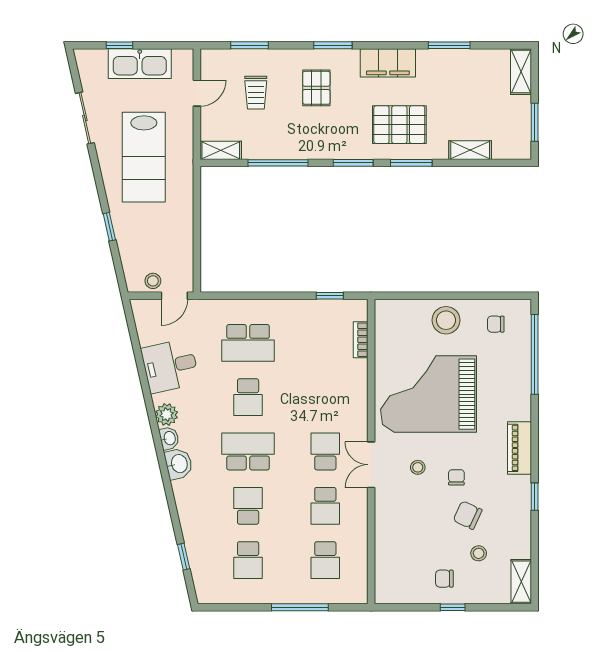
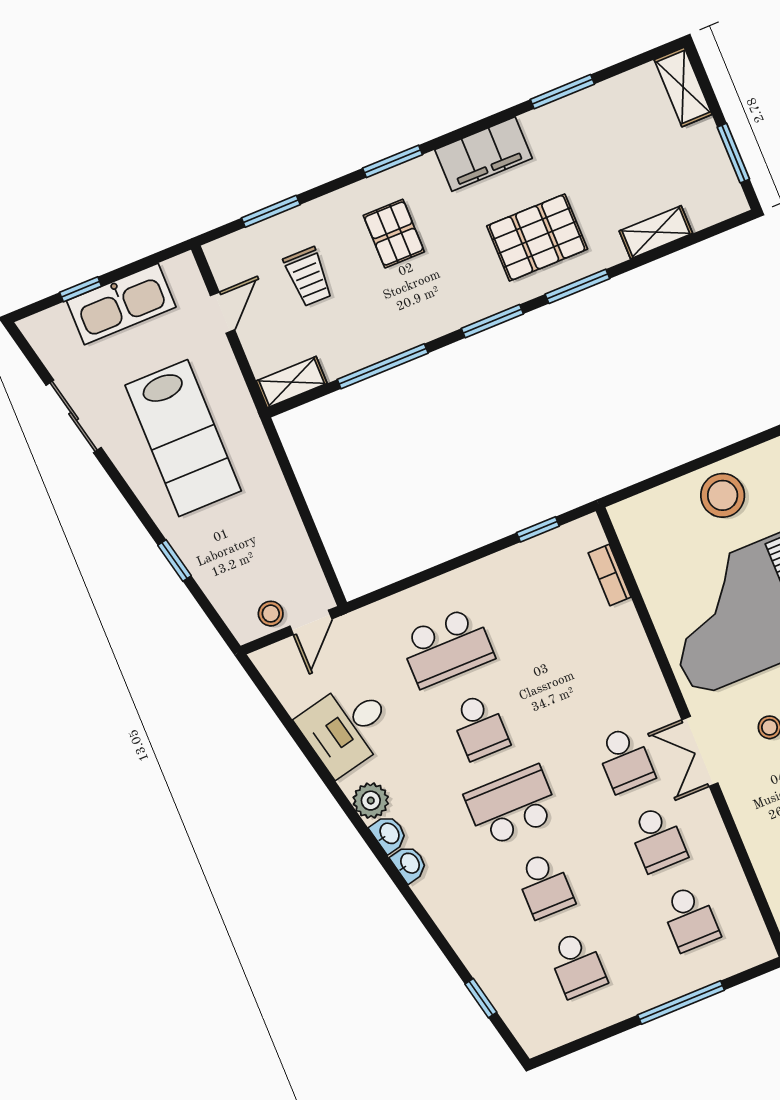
school desk: (325, 452) -> (625, 760), turned 180
washbasin: (179, 464) -> (409, 864), width x0.72, depth x0.69
school desk: (248, 506) -> (545, 885), turned 180

